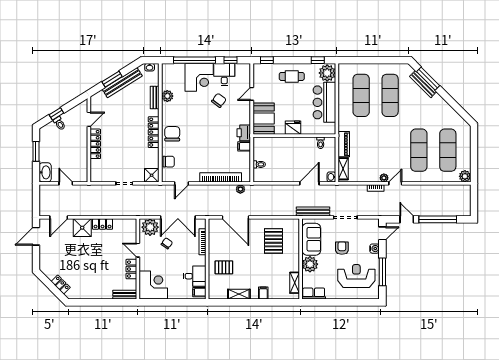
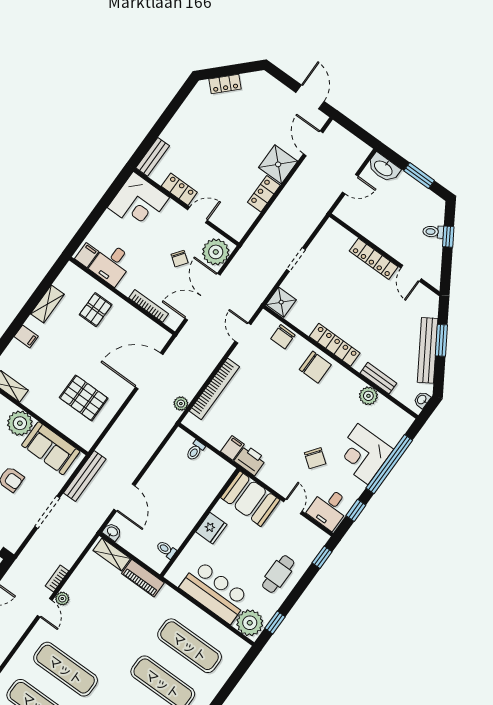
desk: (224, 74) -> (329, 508), moved, turned 90

